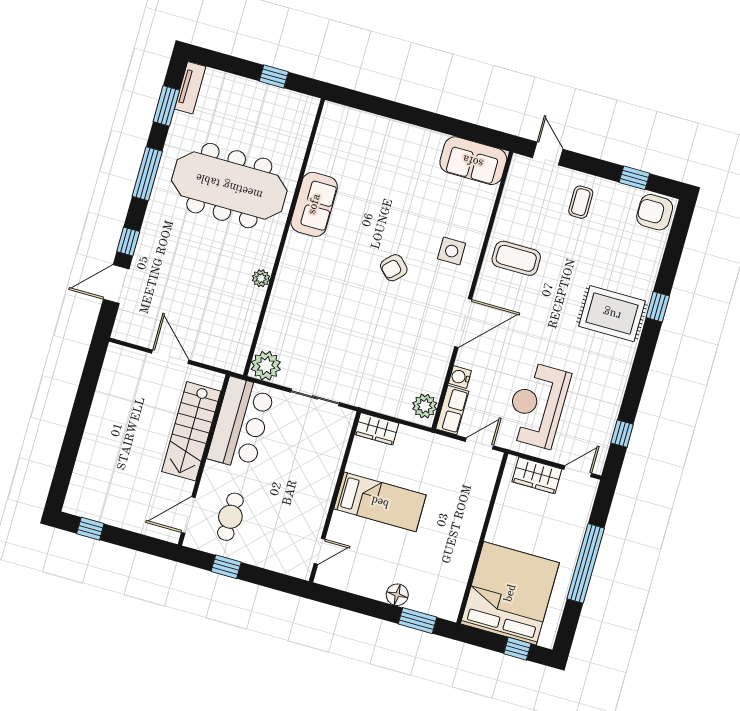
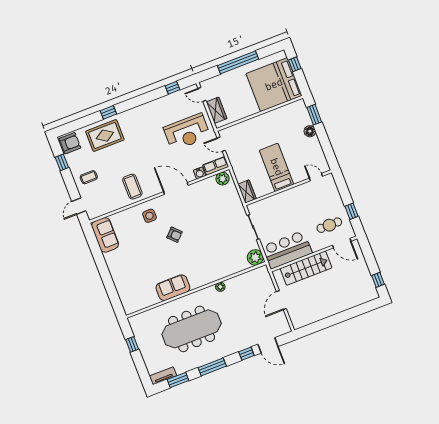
meeting table: (229, 186) -> (192, 329), turned 90
armchair: (655, 212) -> (70, 143), turned -90
rug: (612, 314) -> (105, 136), moved, turned 90

